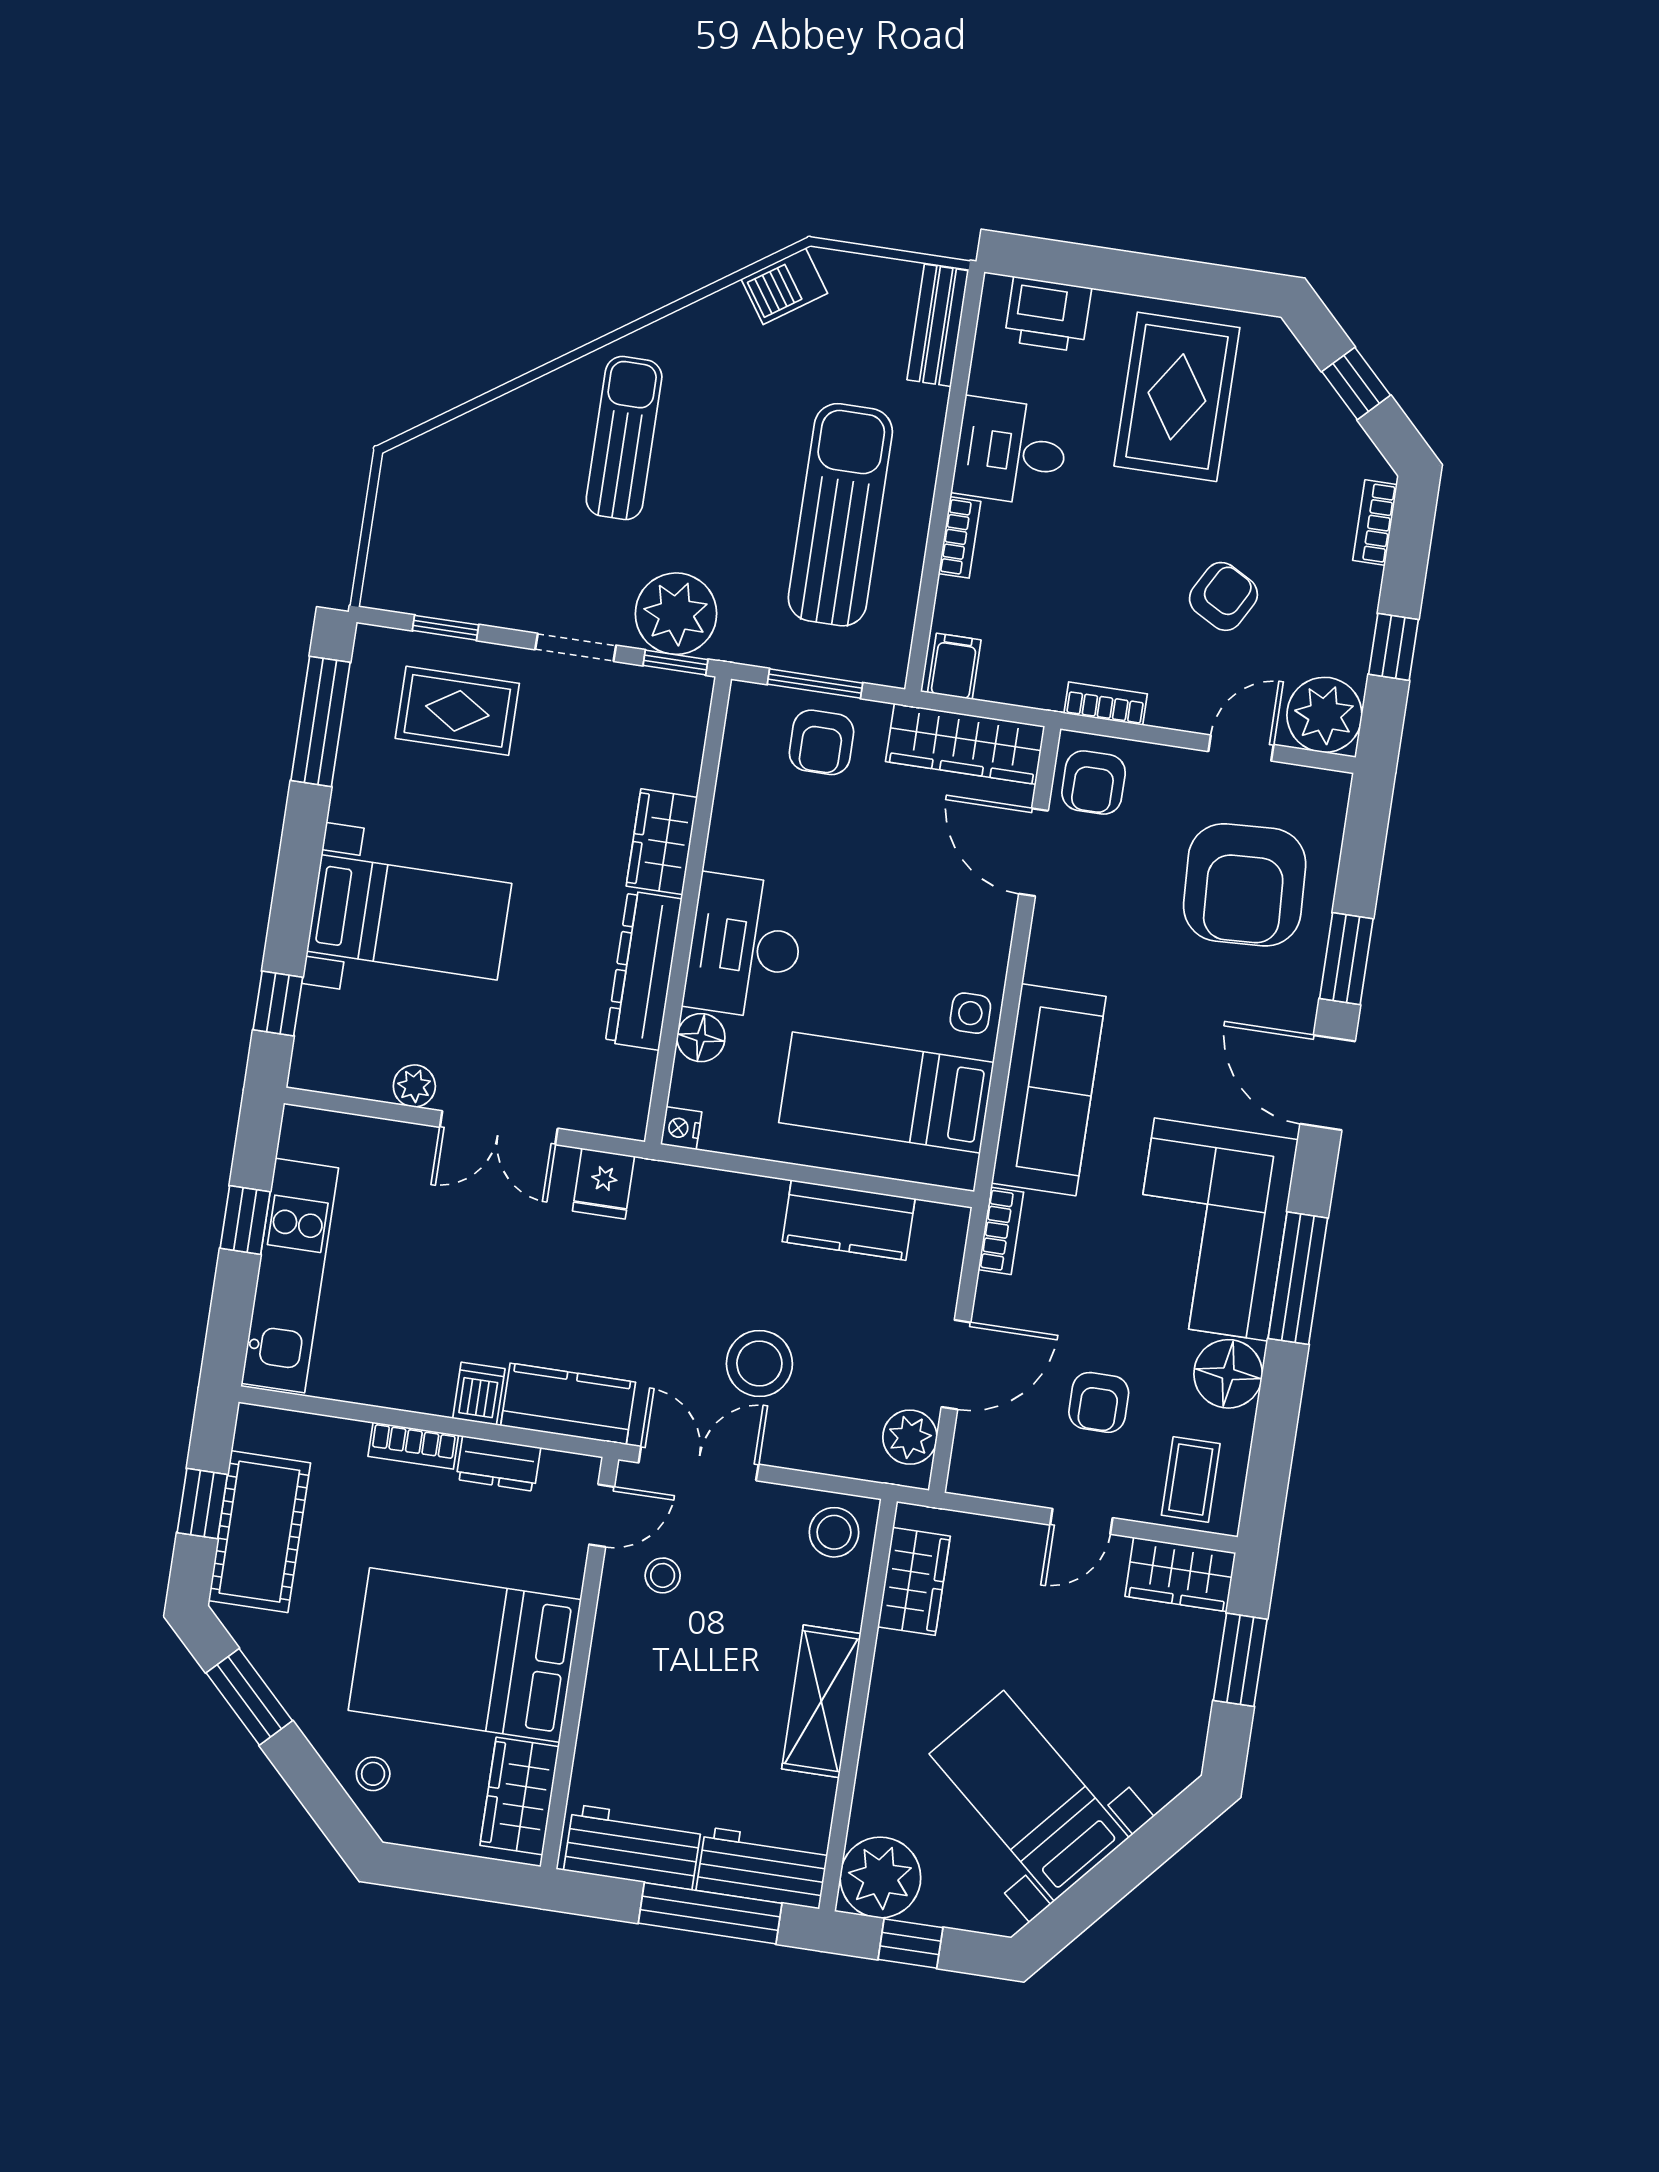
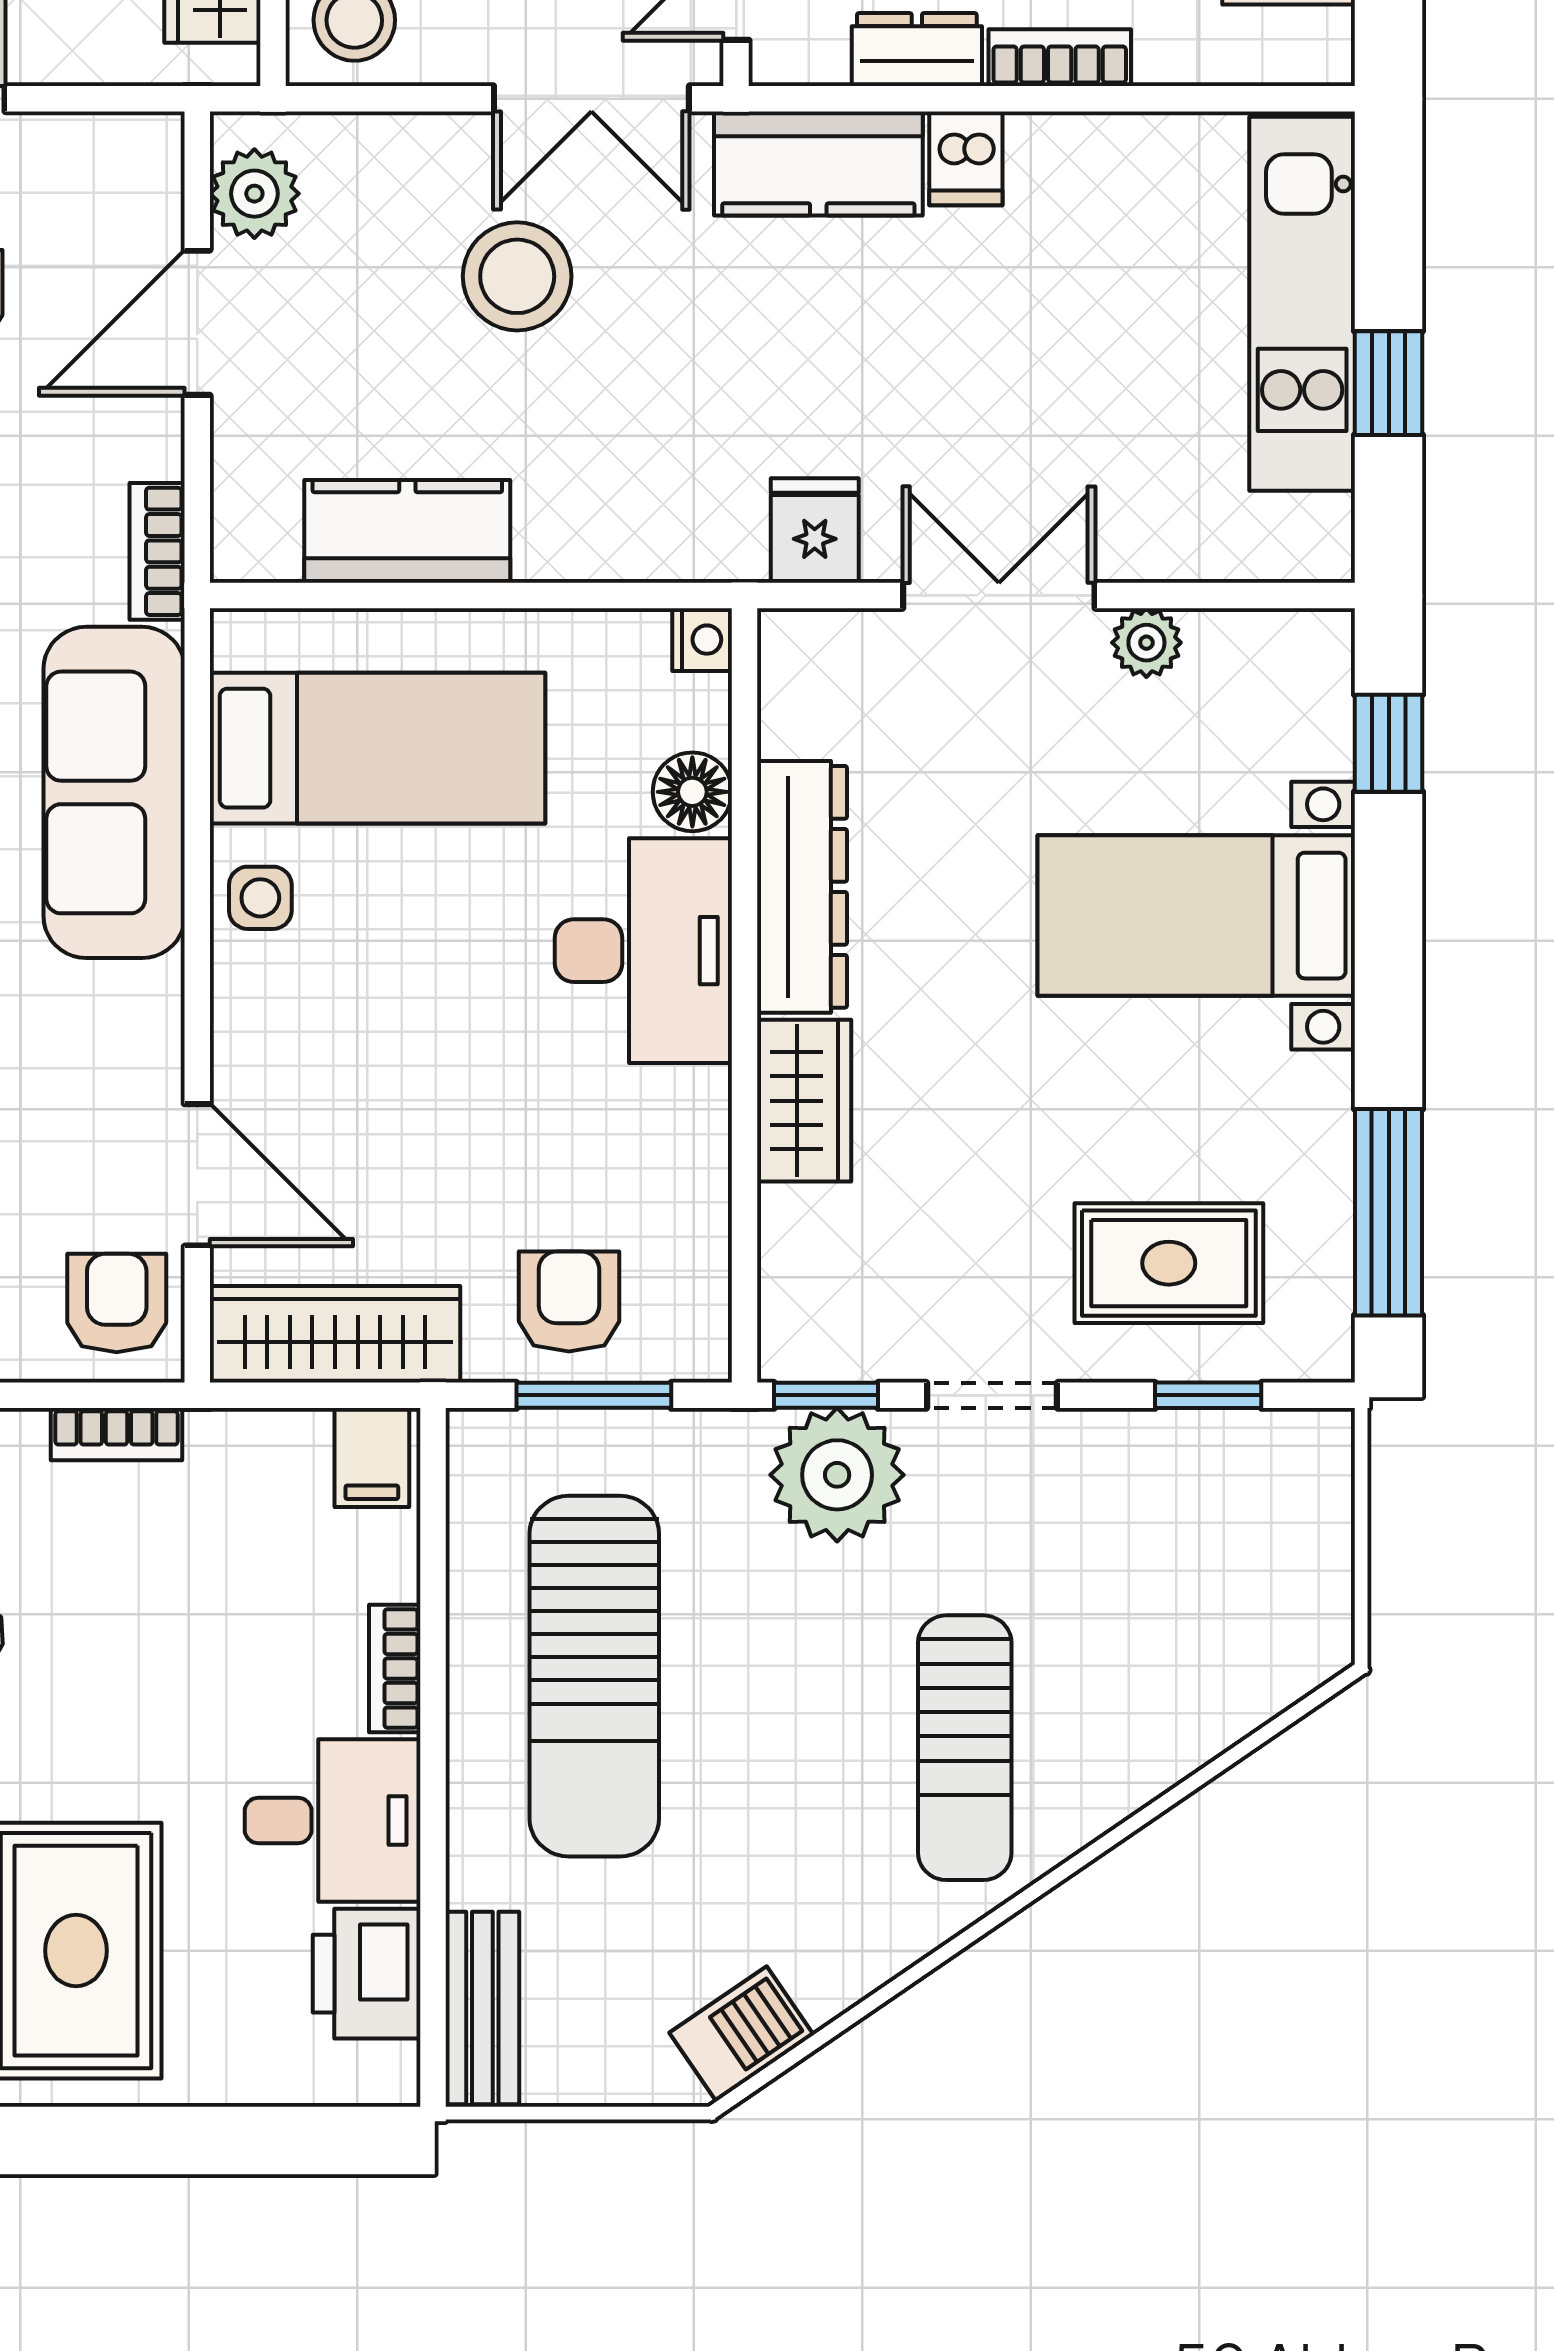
printer: (1048, 314) -> (367, 1974), moved, turned -90

